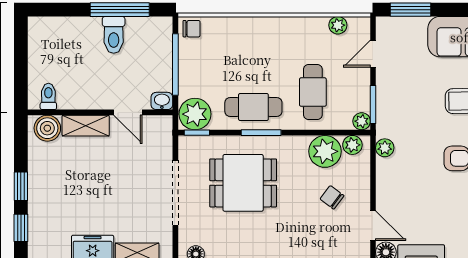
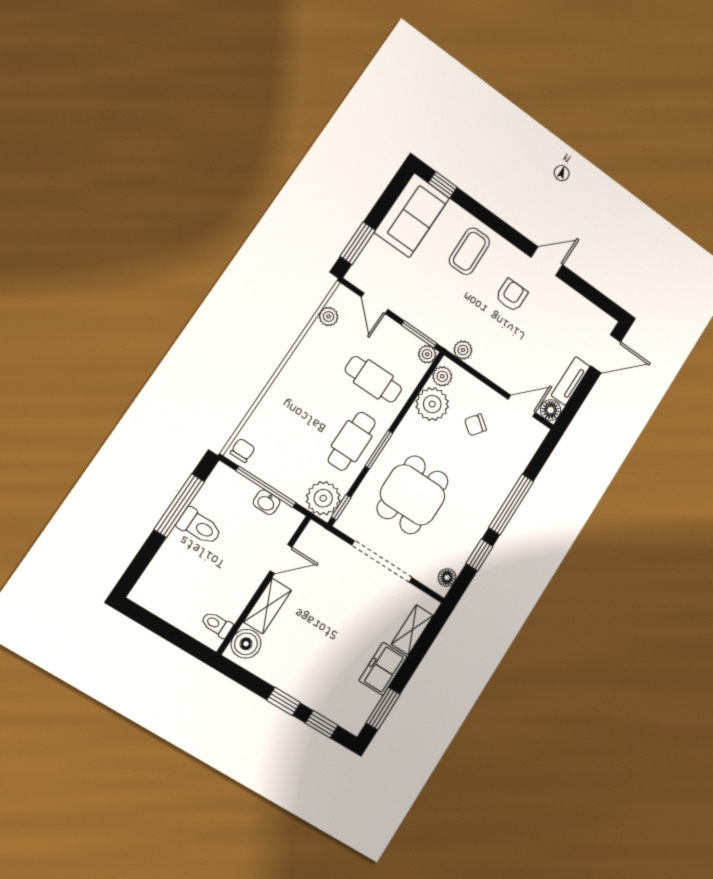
washbasin: (162, 101) -> (267, 502), moved, turned -90

